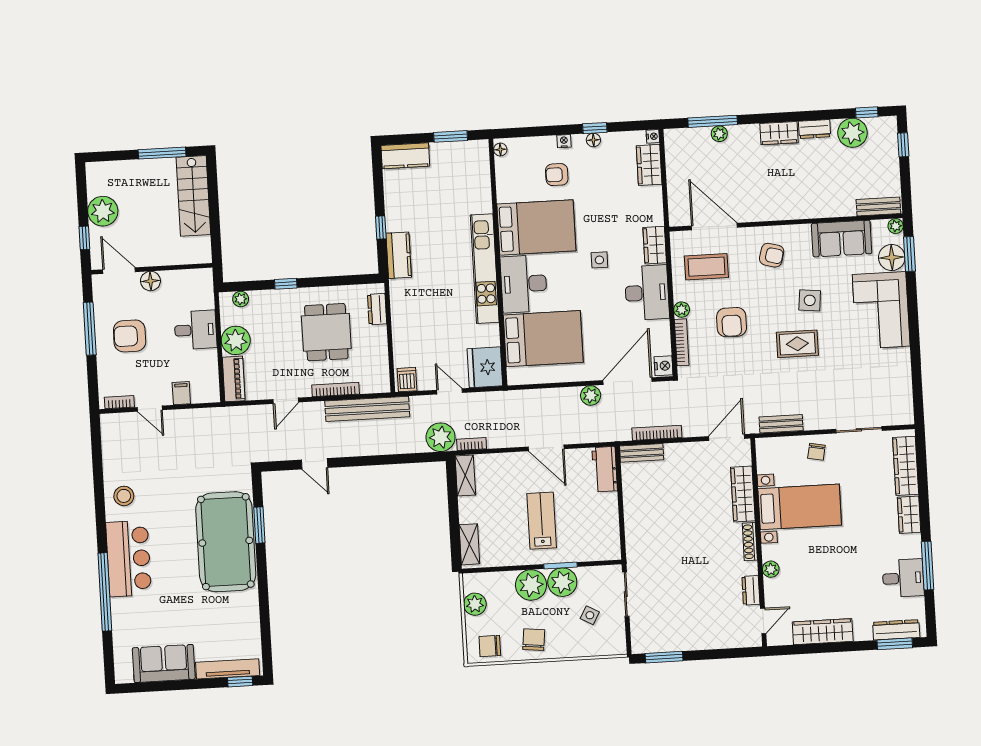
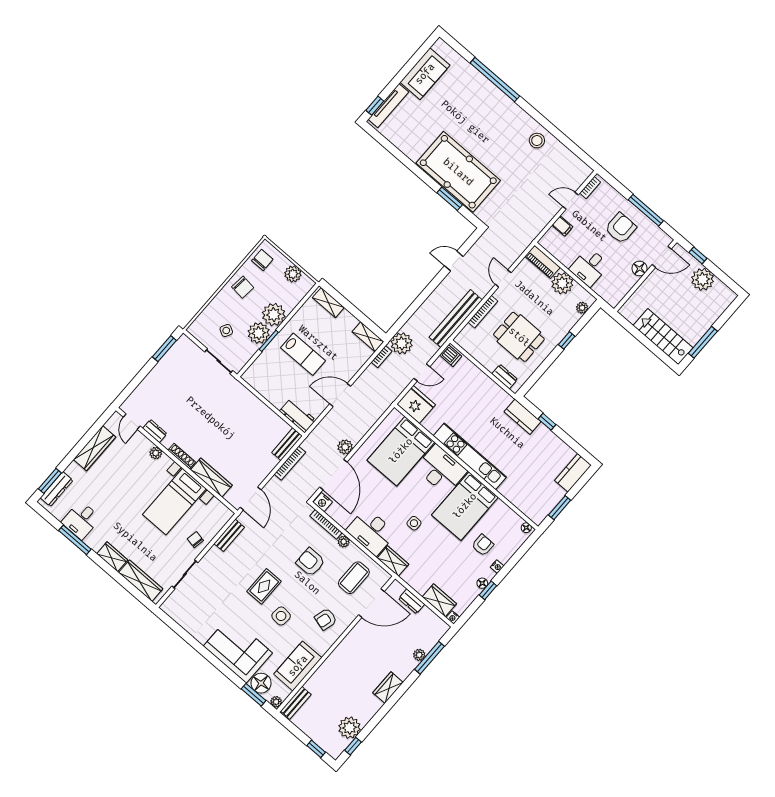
dresser: (814, 129) -> (412, 601), moved, turned -90
bar counter: (129, 559) -> (500, 110), removed

